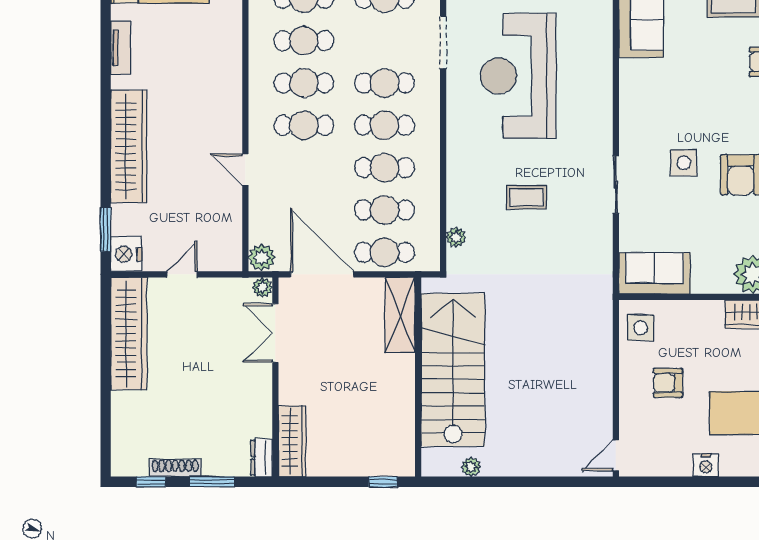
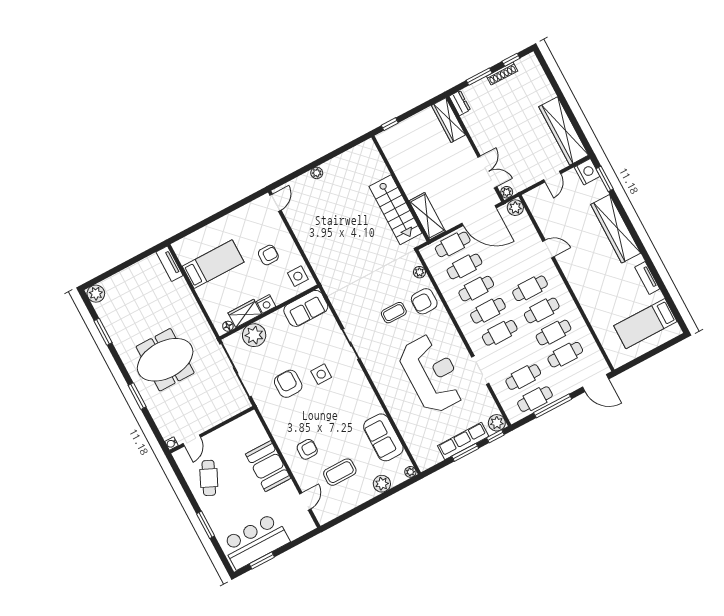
armchair: (472, 190) -> (424, 301), added
stairs: (453, 370) -> (396, 210), width x0.73, depth x0.66
nightstand: (706, 465) -> (266, 304), moved, turned 180
plant: (471, 467) -> (317, 173), moved

